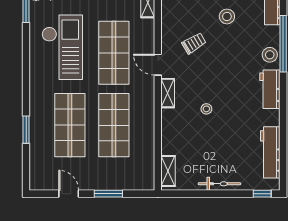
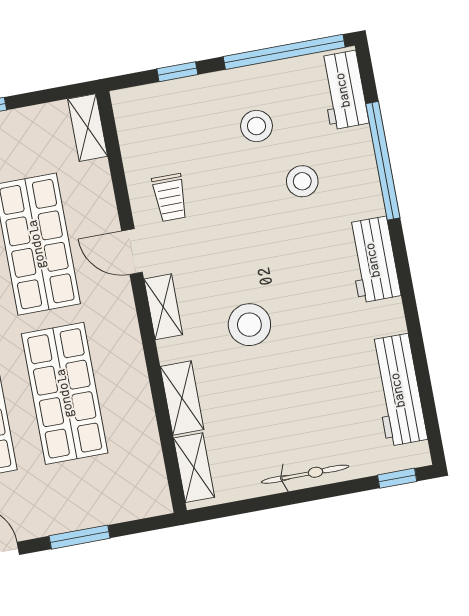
trolley: (194, 43) -> (170, 198), moved, turned 121
stool: (270, 55) -> (302, 181), moved
stool: (206, 109) -> (249, 325), width x1.89, depth x1.89
shelving: (168, 137) -> (182, 398), added

